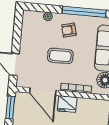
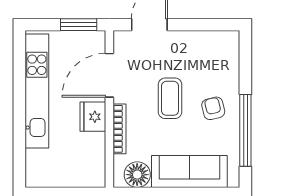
plant: (48, 17) -> (232, 72), removed

